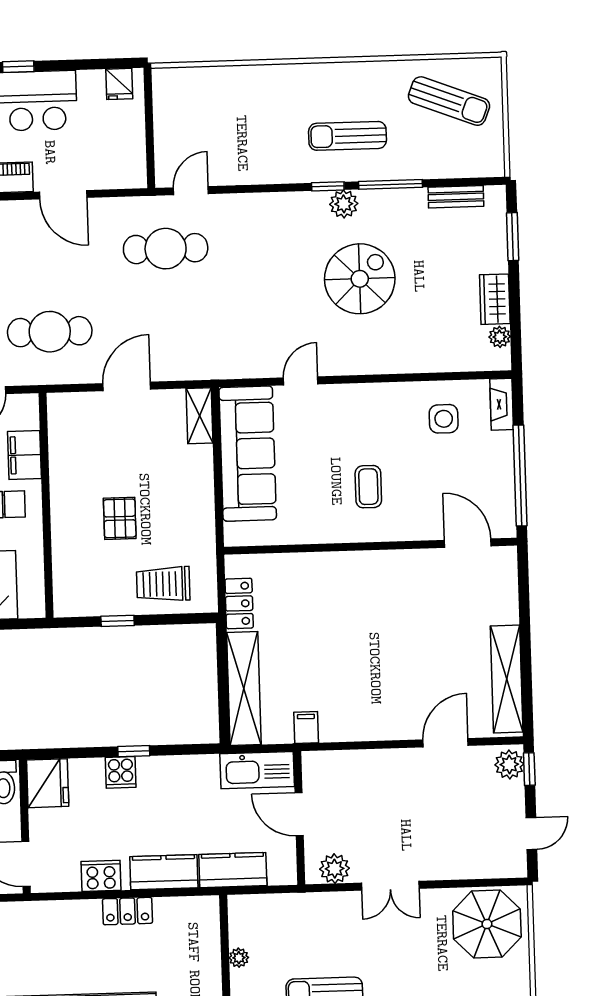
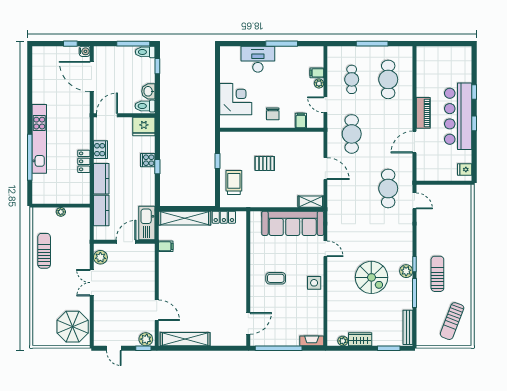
bench: (456, 197) -> (408, 327), width x1.36
side table: (444, 419) -> (314, 283), moved
filing cabinet: (24, 455) -> (301, 121), width x0.50

